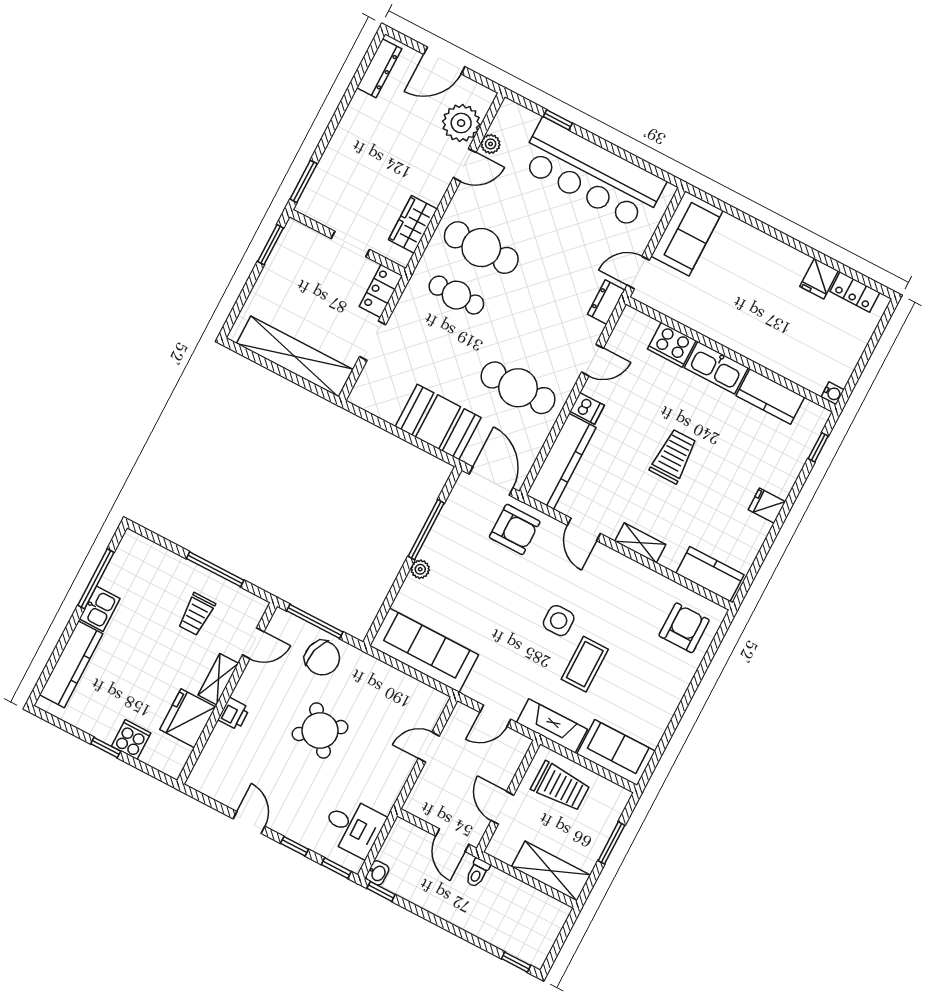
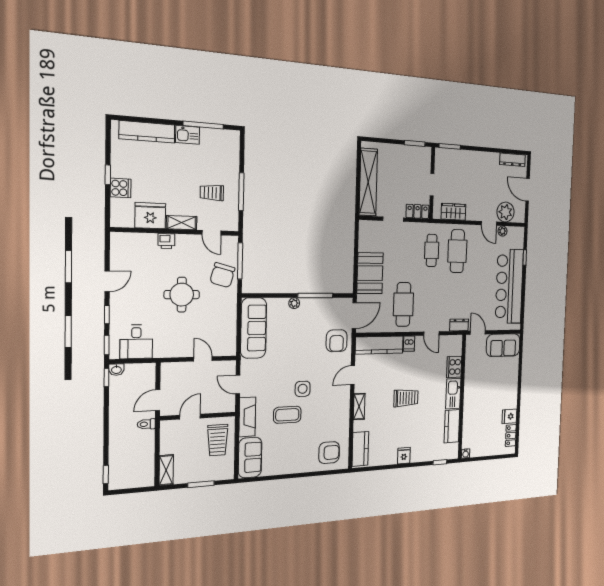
round table: (320, 731) -> (182, 295), turned 37
shelving: (551, 871) -> (166, 470), width x0.67, depth x0.75

